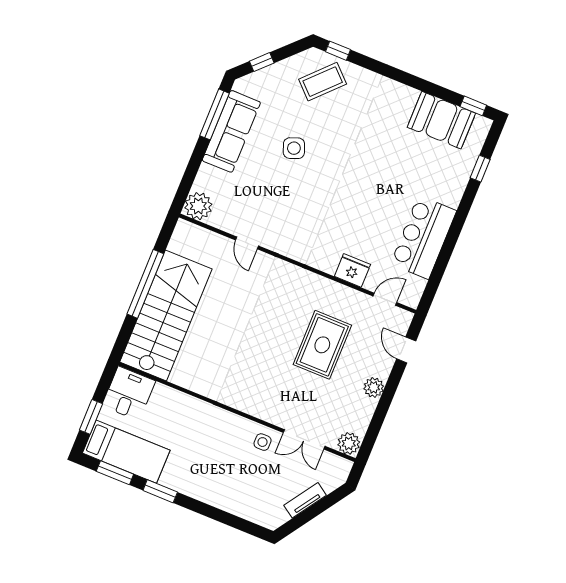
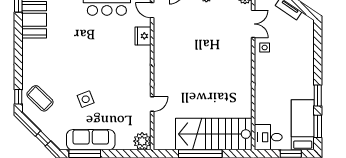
rug: (322, 345) -> (194, 36), removed

